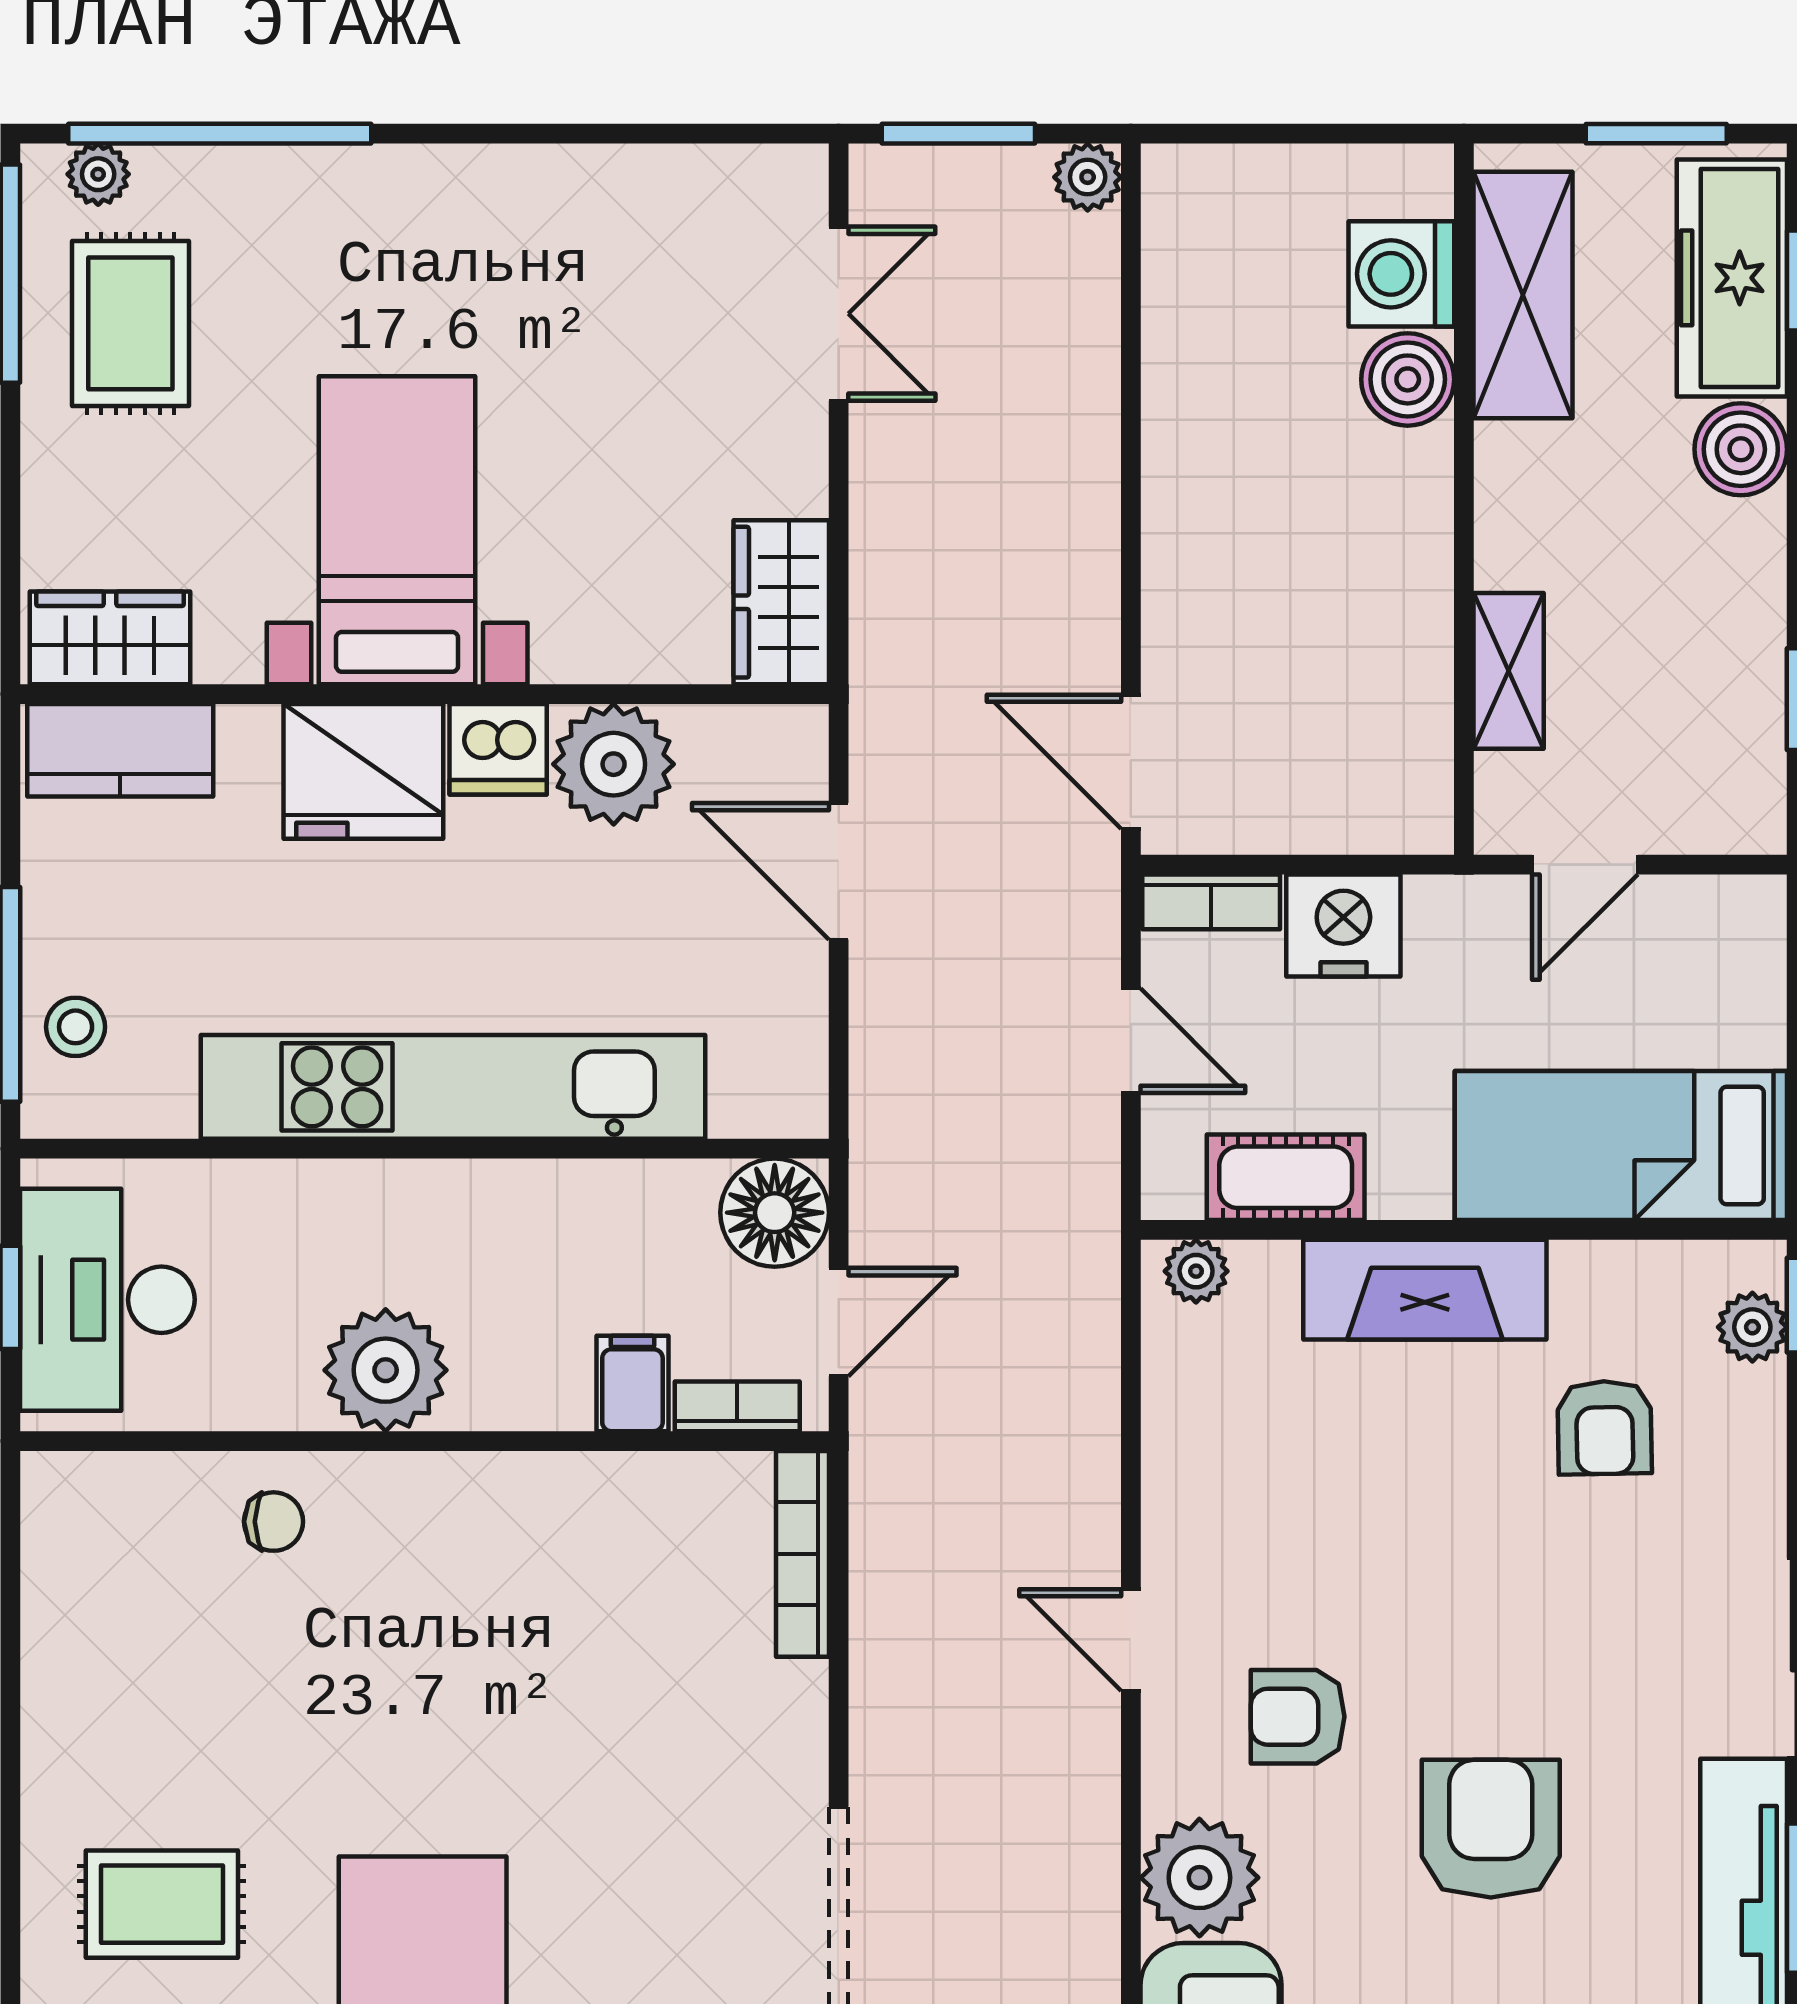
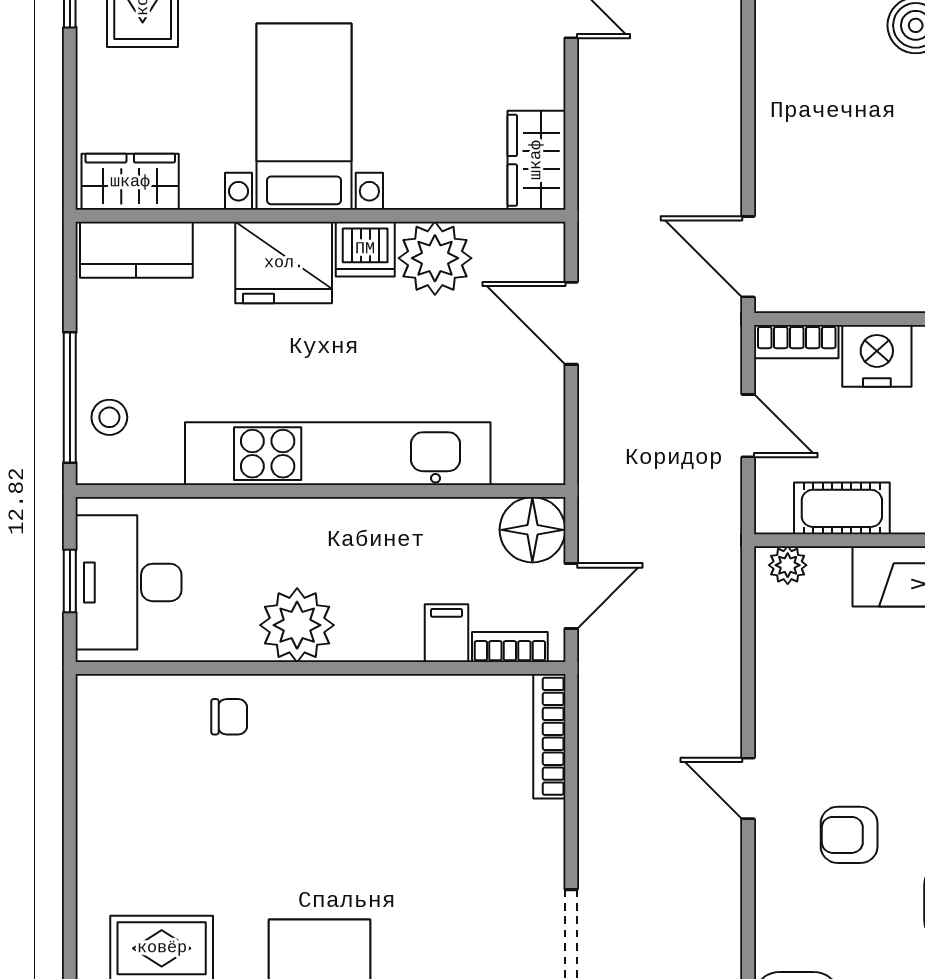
plant: (1199, 1878) -> (790, 932), removed

